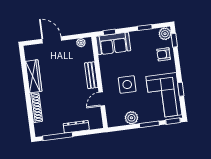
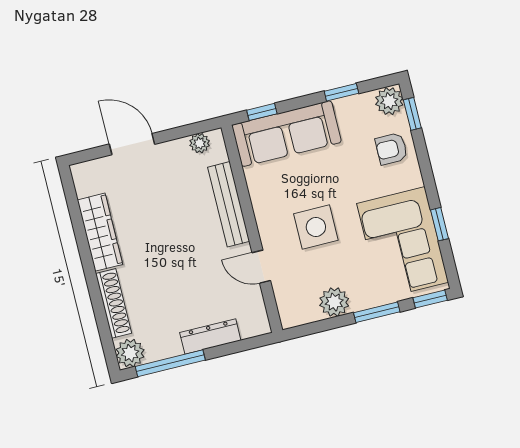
sofa: (113, 44) -> (287, 134), width x1.36
bench: (91, 75) -> (229, 204), width x1.36
door: (102, 99) -> (261, 267), hinge flipped
plant: (41, 130) -> (130, 353), added

